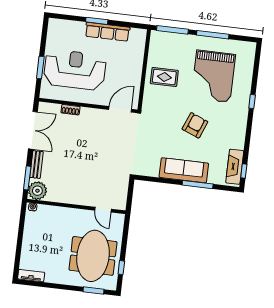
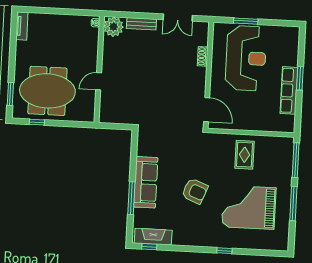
double door: (33, 130) -> (178, 17), width x0.73
window: (27, 178) -> (126, 15), removed
door: (103, 210) -> (99, 81), moved

